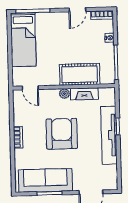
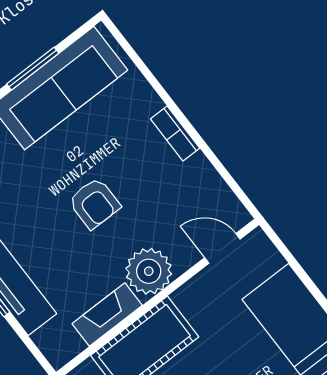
plant: (64, 94) -> (149, 271), width x1.88, depth x1.88
armchair: (62, 134) -> (94, 203), width x0.53, depth x0.53

